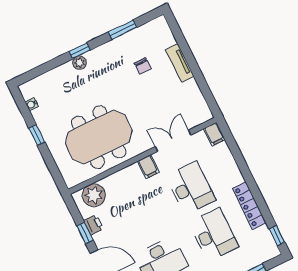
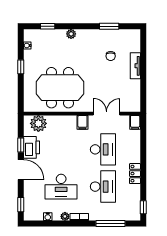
window: (80, 51) -> (48, 26), moved
locker: (249, 206) -> (135, 174), width x0.66
printer: (94, 225) -> (32, 147), width x1.87, depth x1.48

